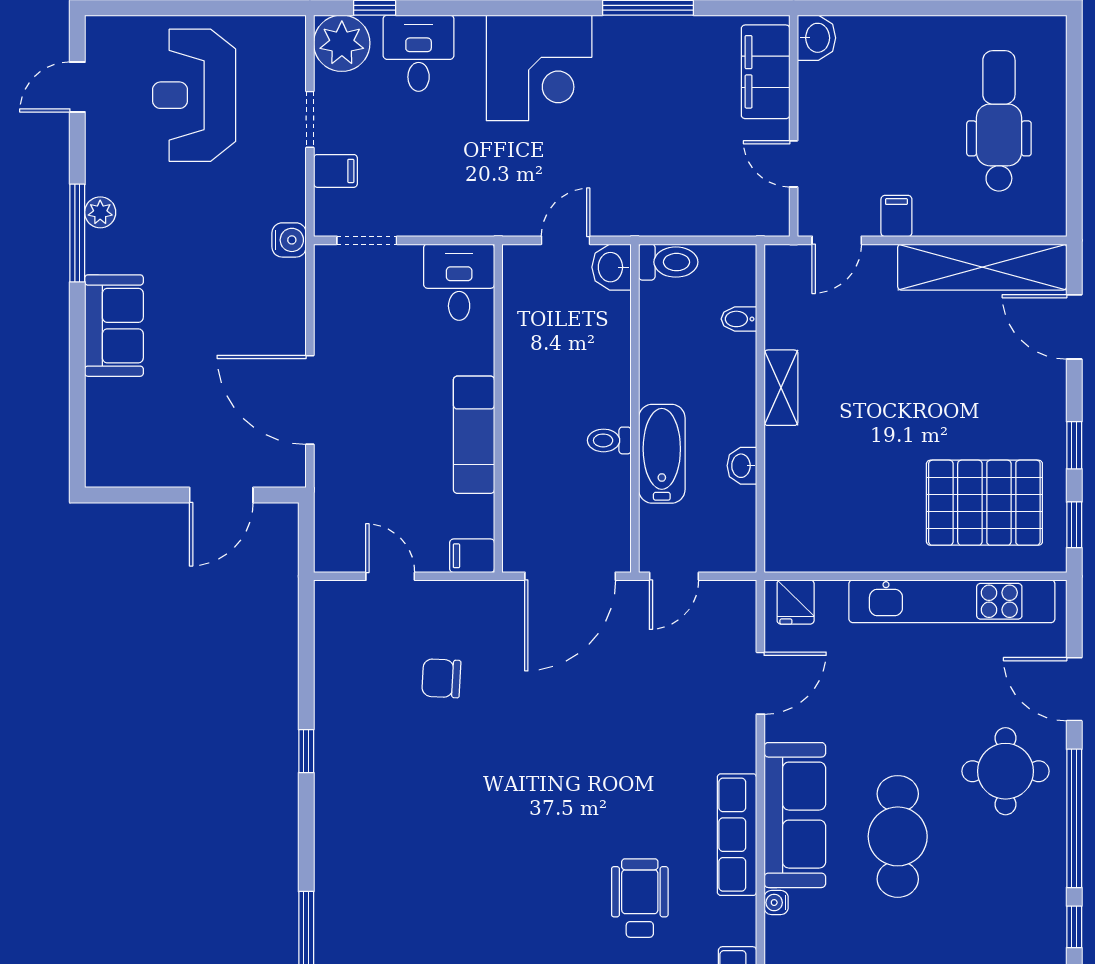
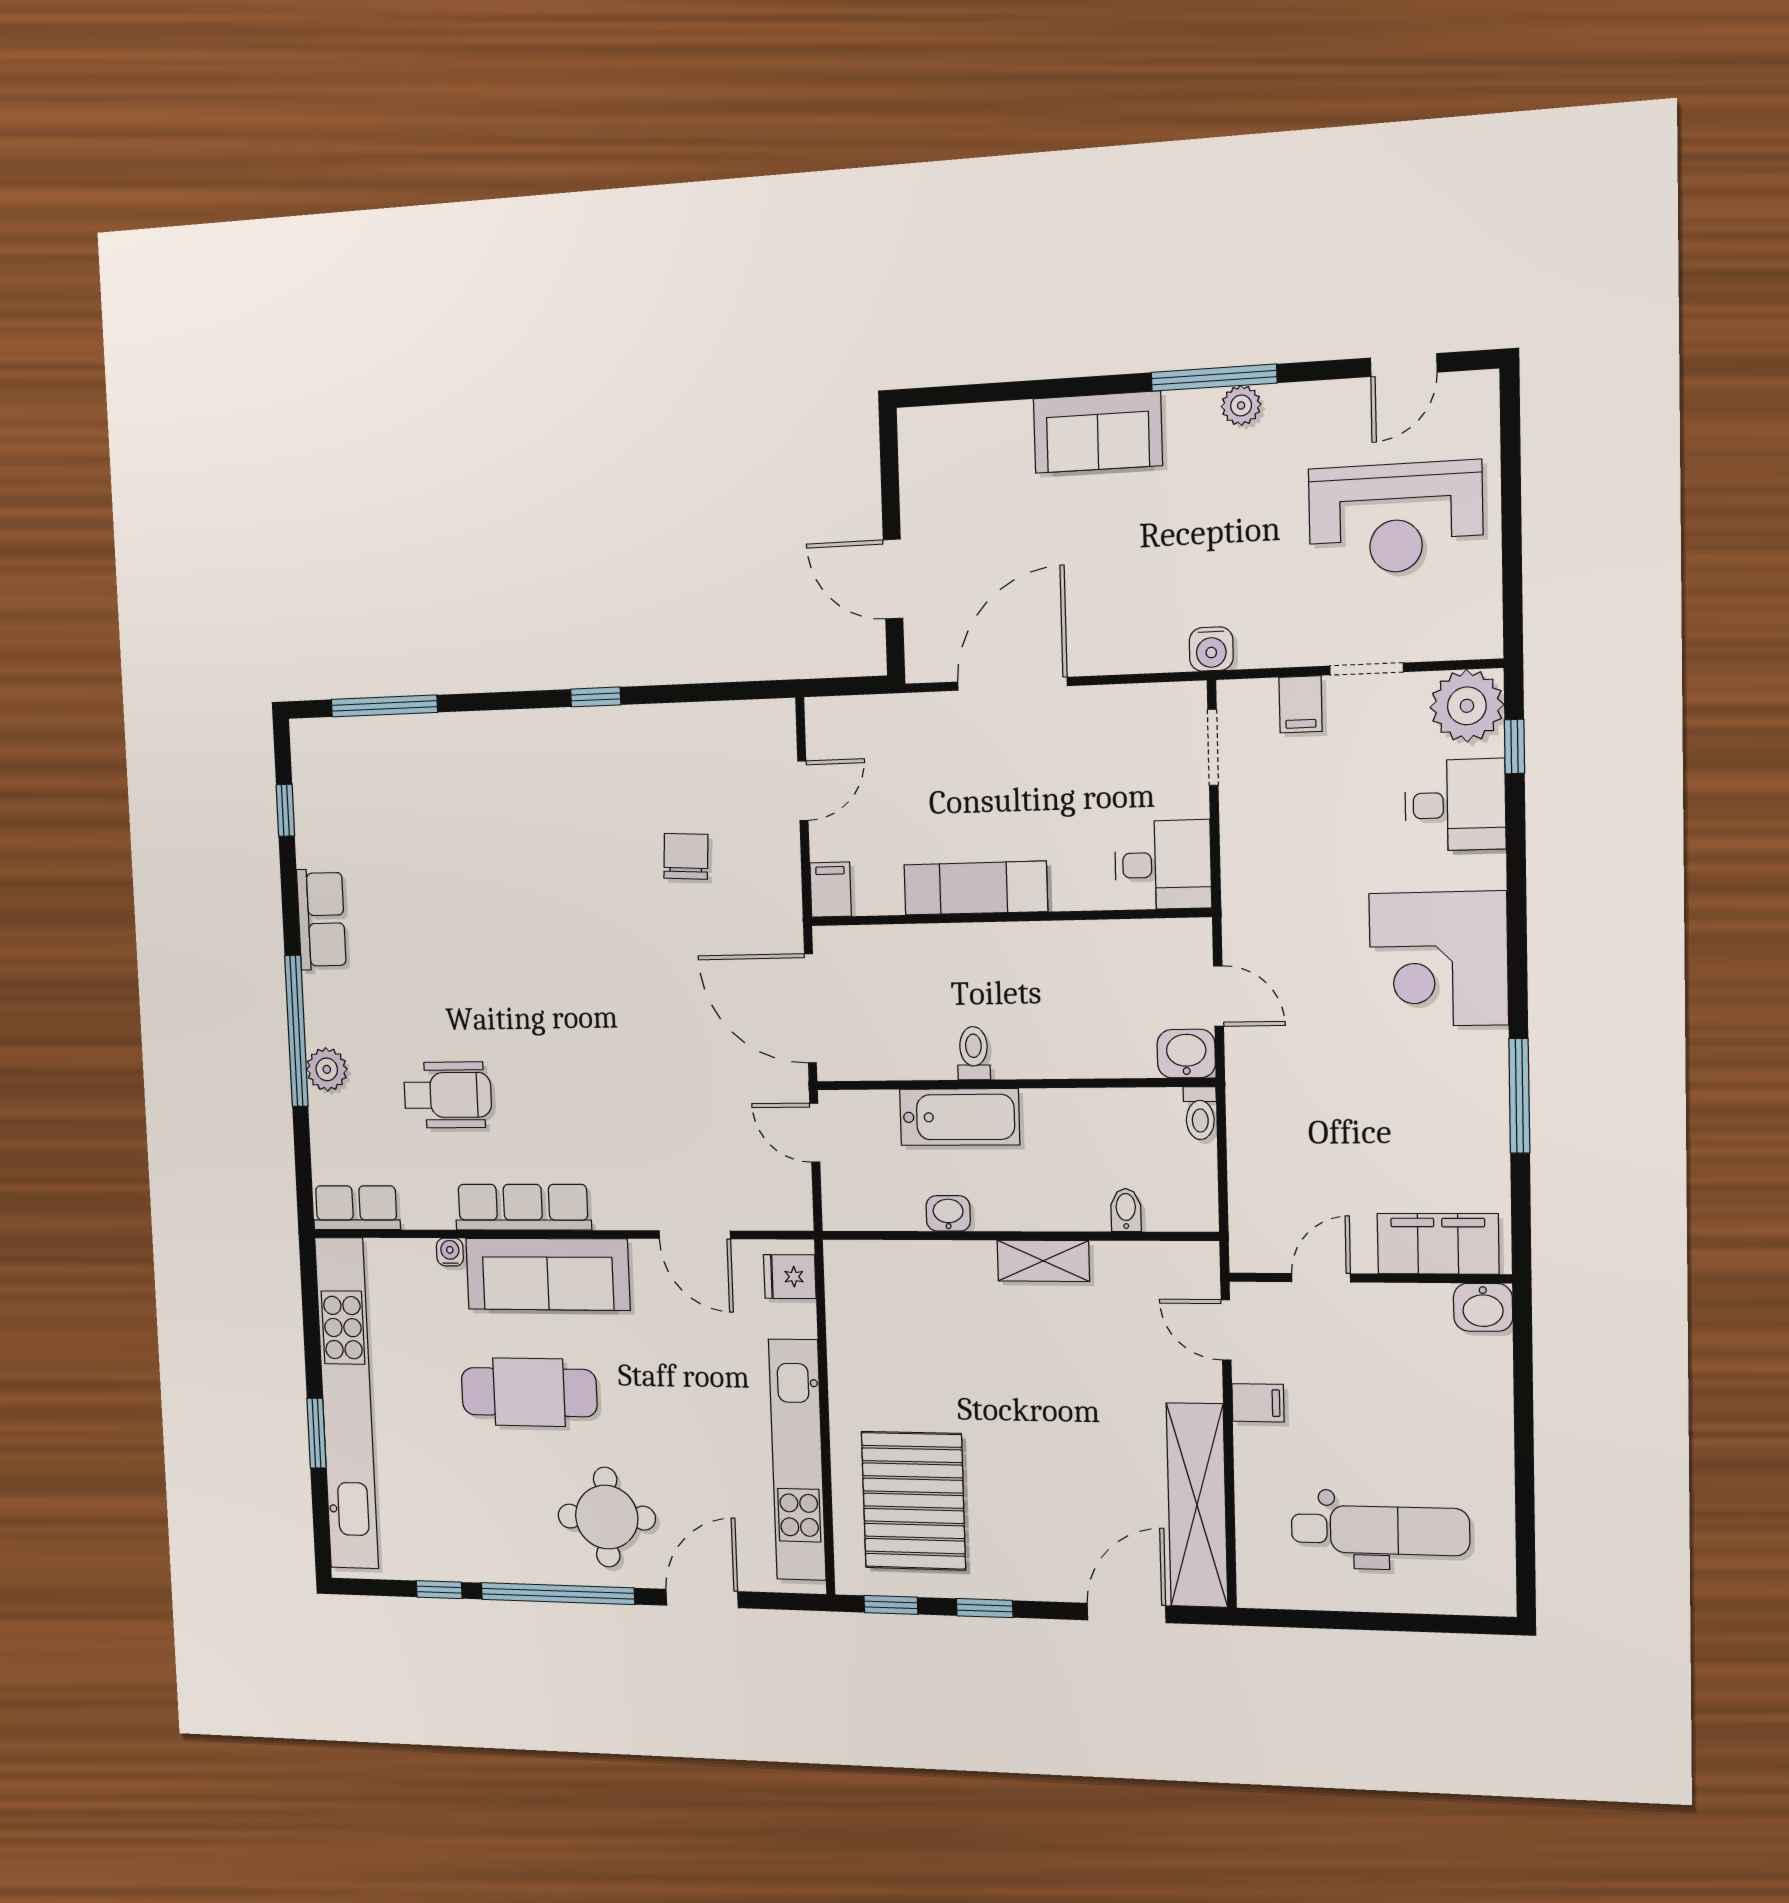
door: (77, 87) -> (1404, 365), swing flipped
reception desk: (194, 95) -> (1395, 518), turned 180
toilet: (668, 262) -> (1200, 1113), width x0.73, depth x0.72

